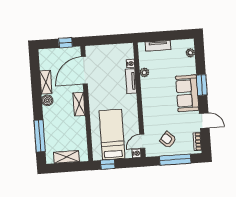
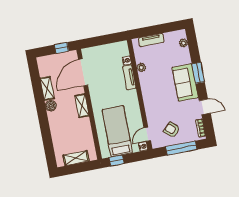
window: (40, 136) -> (47, 141), removed

